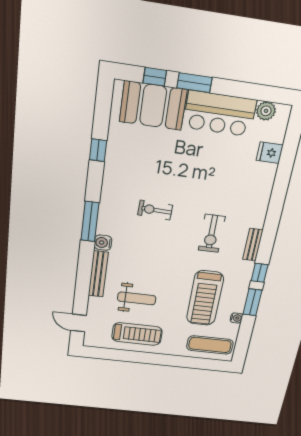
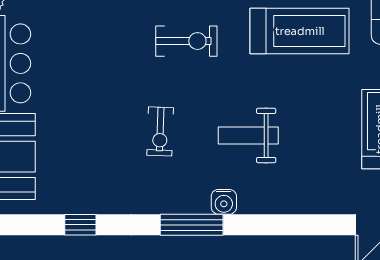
bench: (98, 274) -> (278, 203), removed
weight bench: (137, 298) -> (248, 135), moved, turned -90

